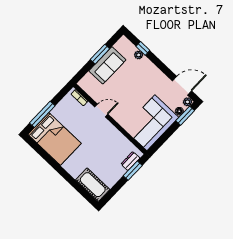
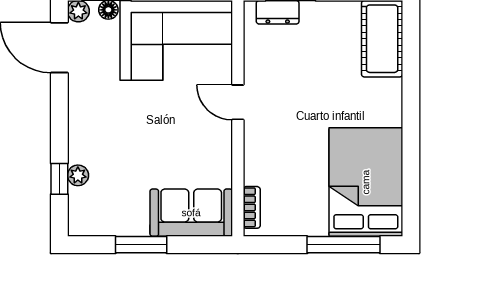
sofa: (107, 65) -> (191, 213), moved
door: (101, 110) -> (238, 102), moved

